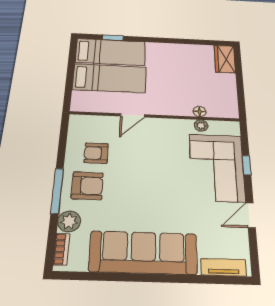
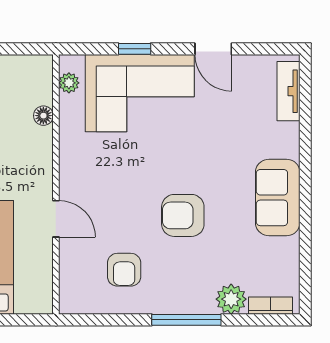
plant: (201, 125) -> (69, 83), moved
armchair: (87, 186) -> (183, 215), moved, turned -90
sofa: (143, 253) -> (278, 198), width x0.54, depth x0.79

